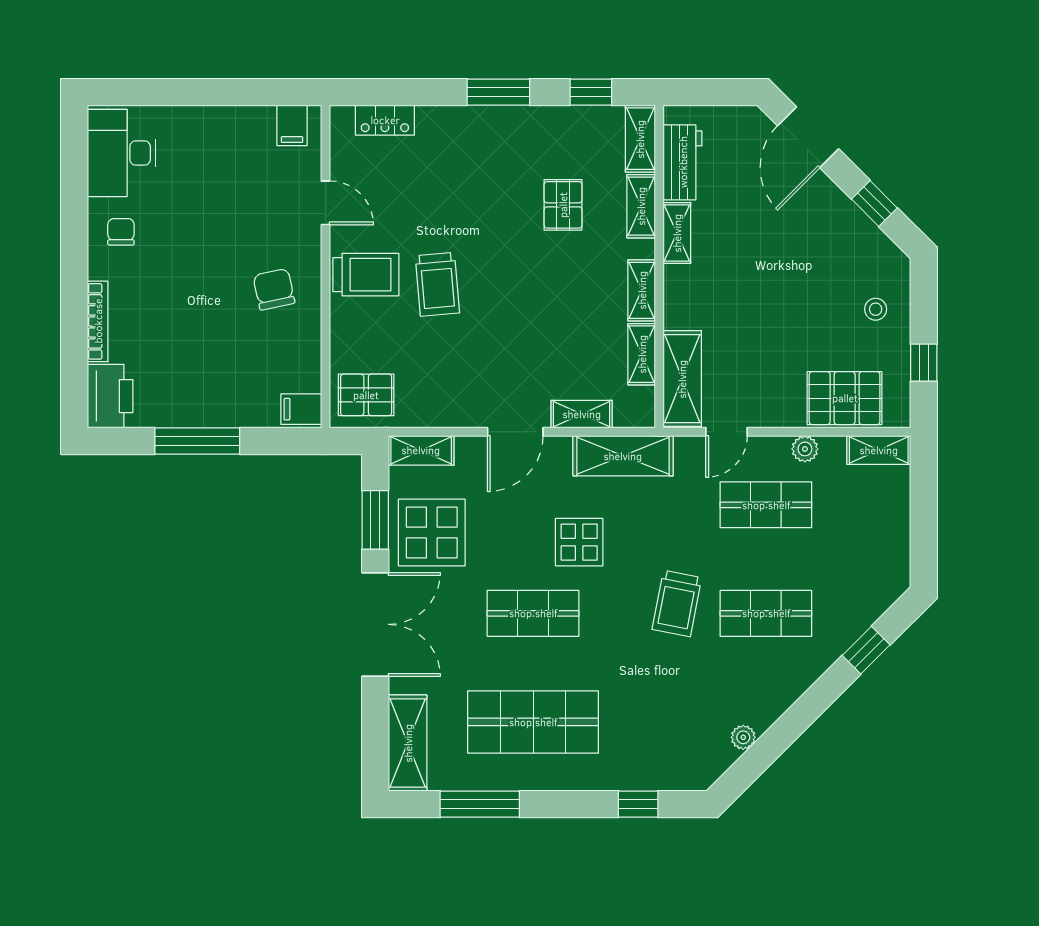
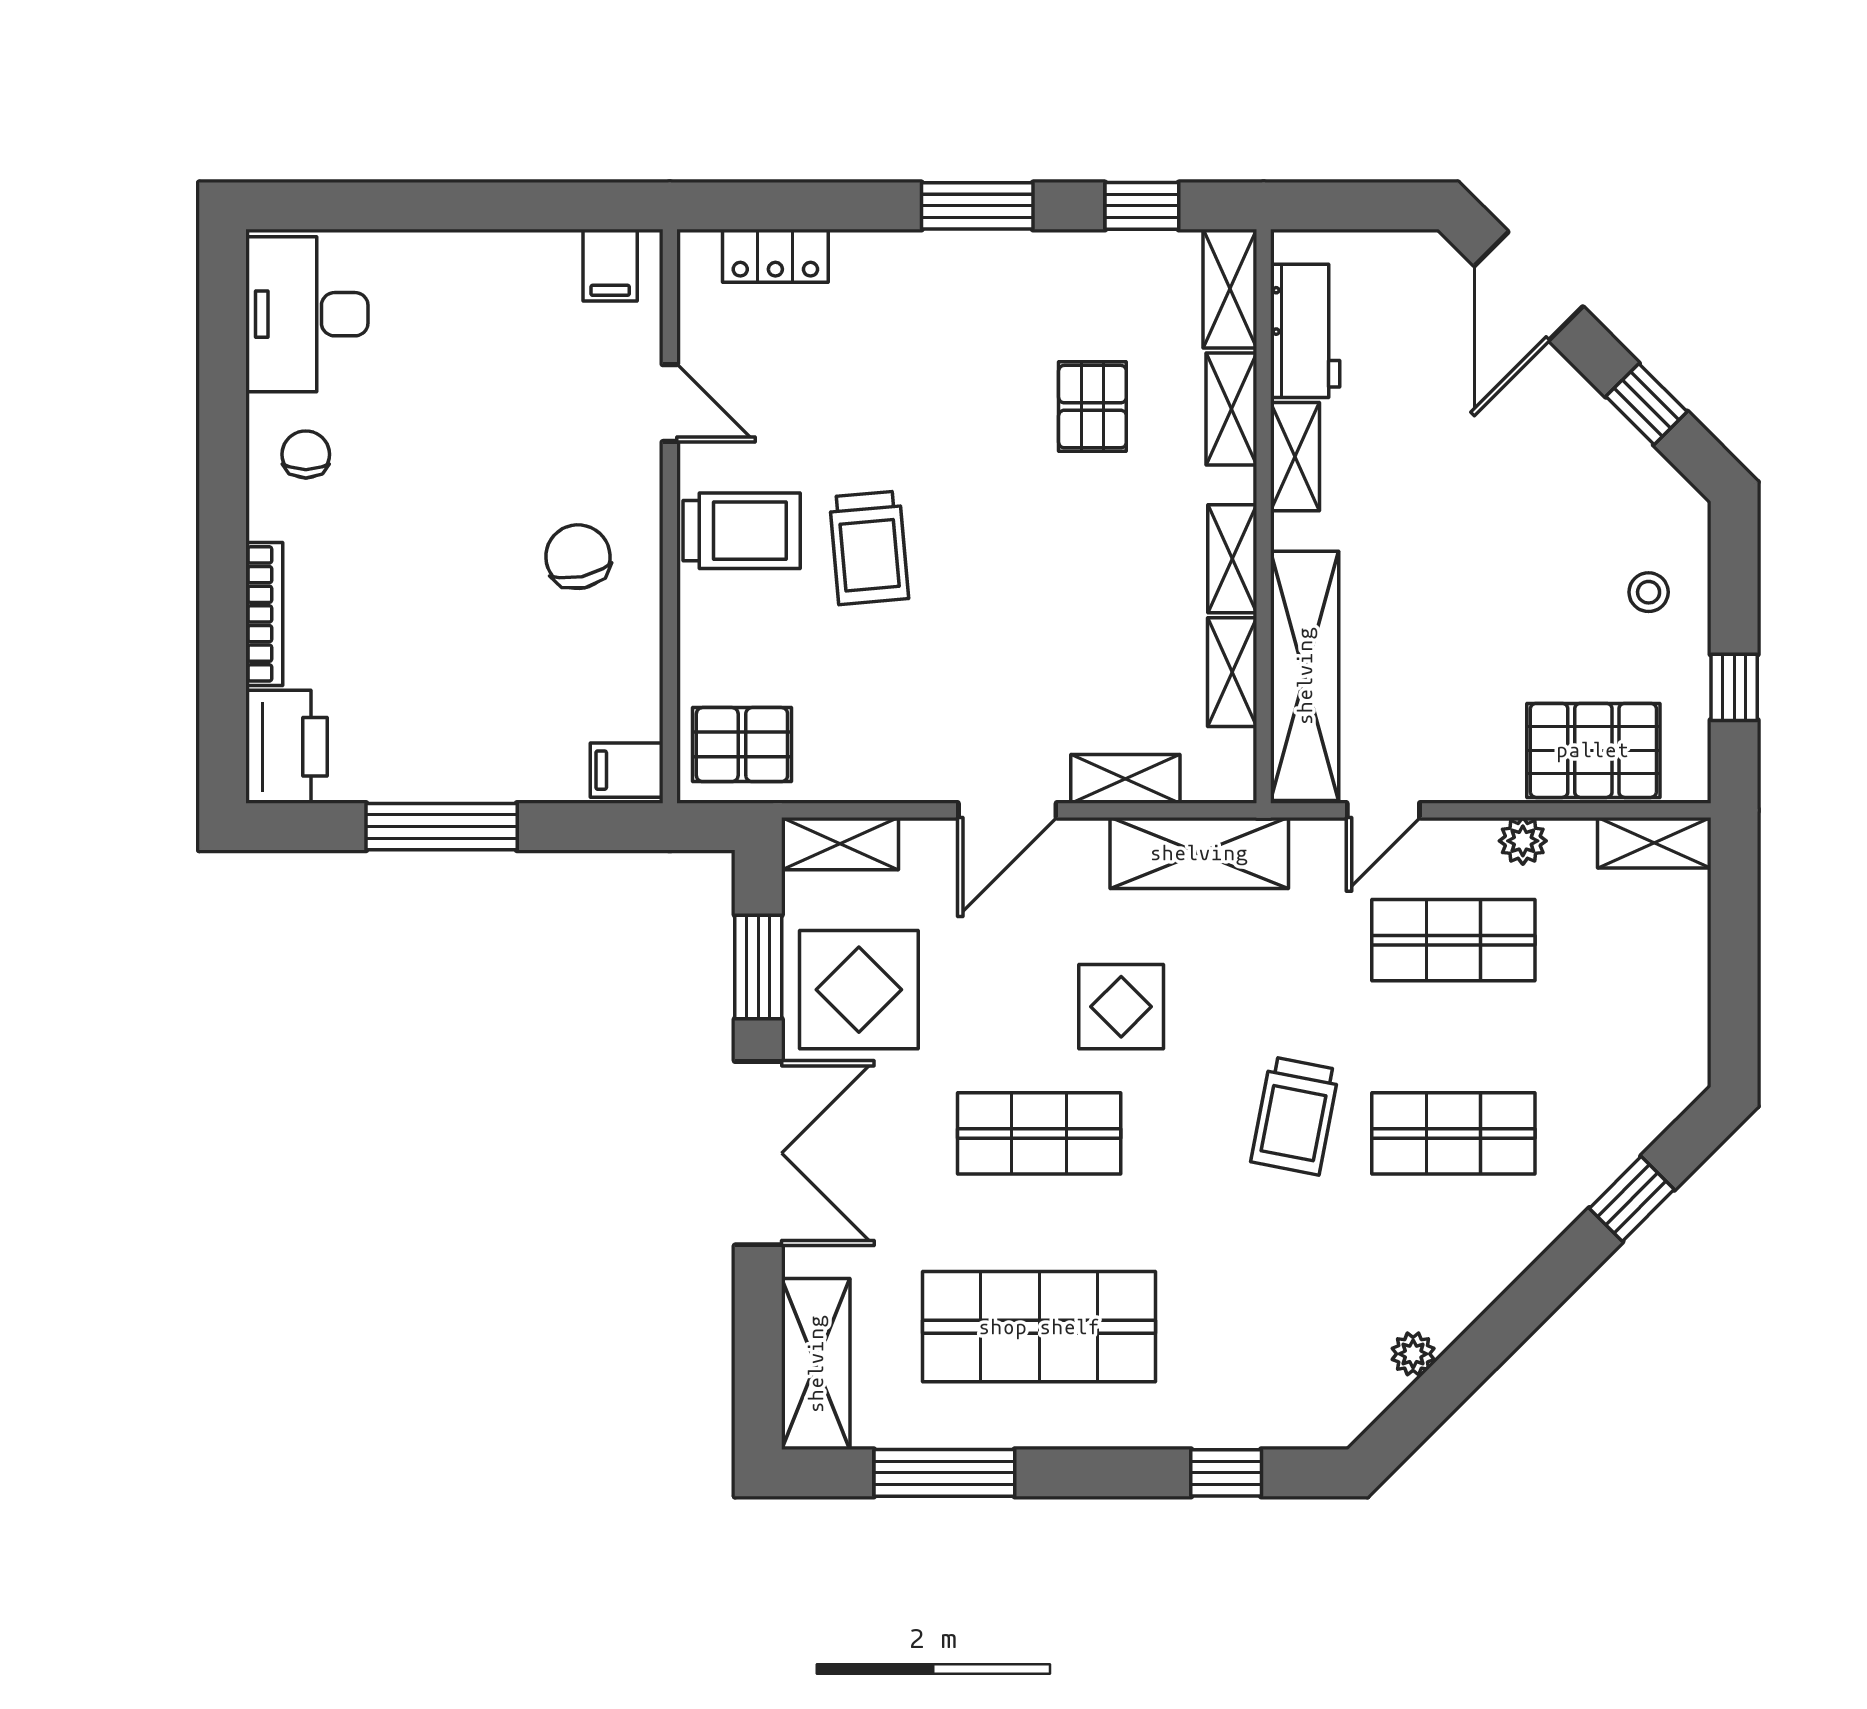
shelving: (682, 379) -> (1305, 676), width x1.47

